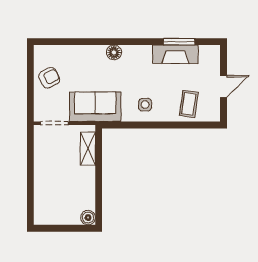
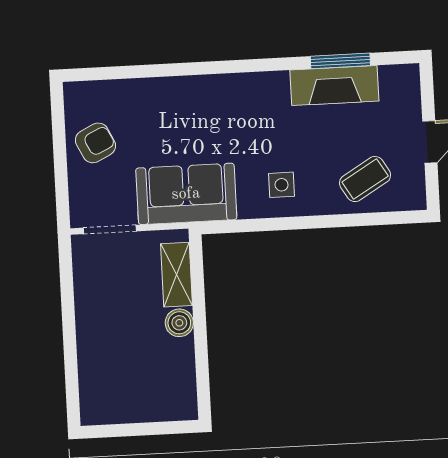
floor lamp: (114, 52) -> (217, 88), removed
coffee table: (189, 104) -> (365, 179), turned 51
boiler: (88, 218) -> (179, 323), moved

